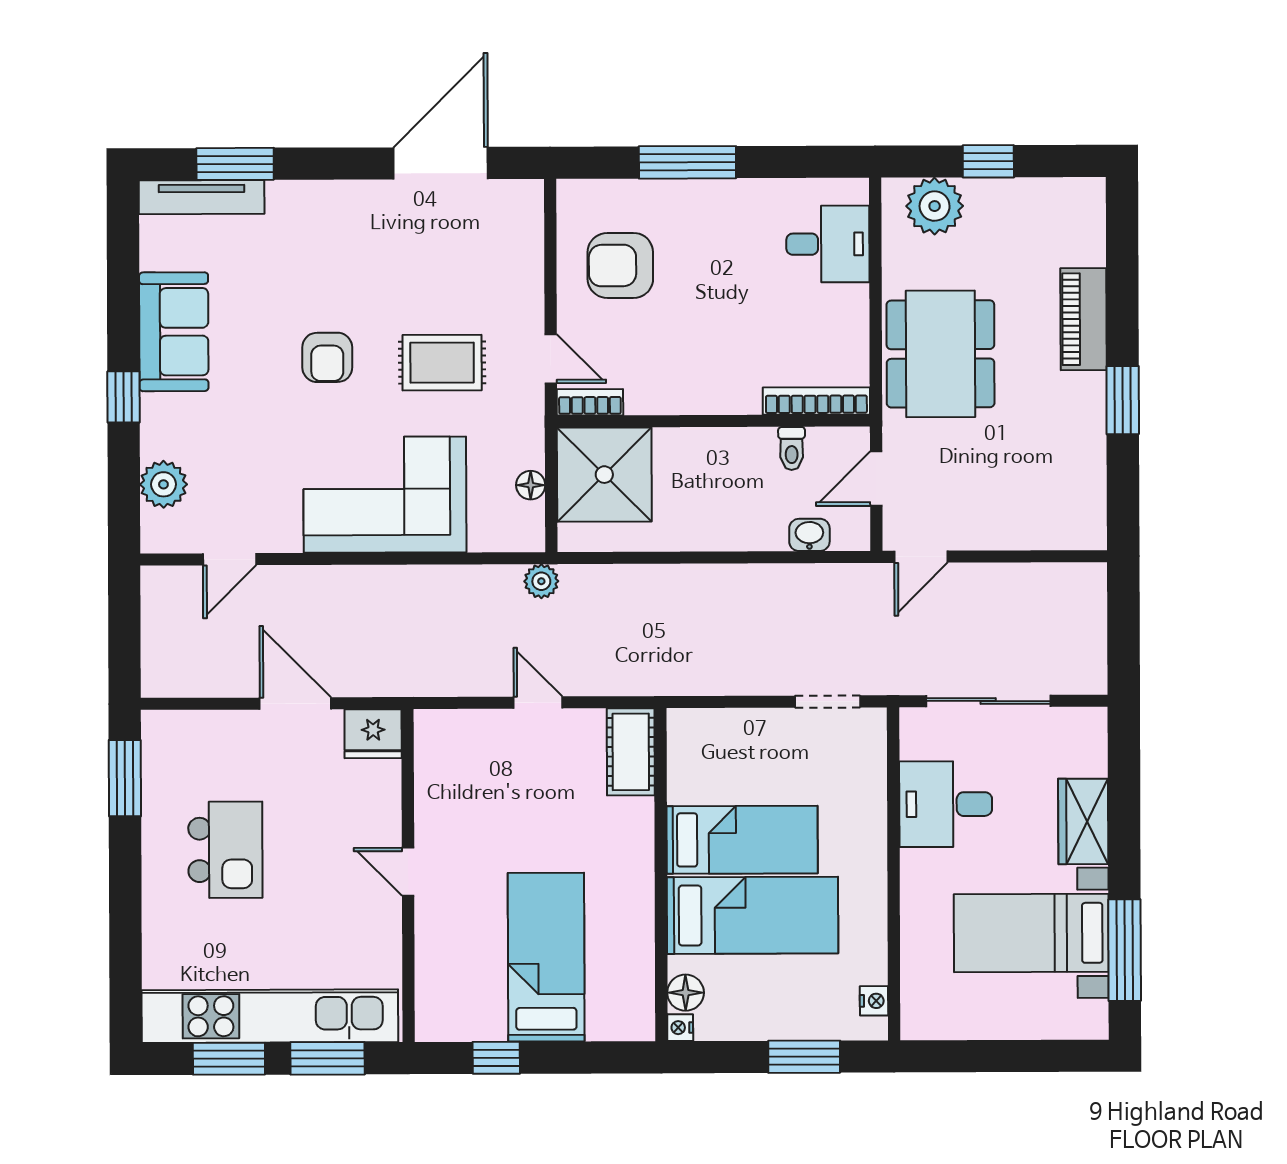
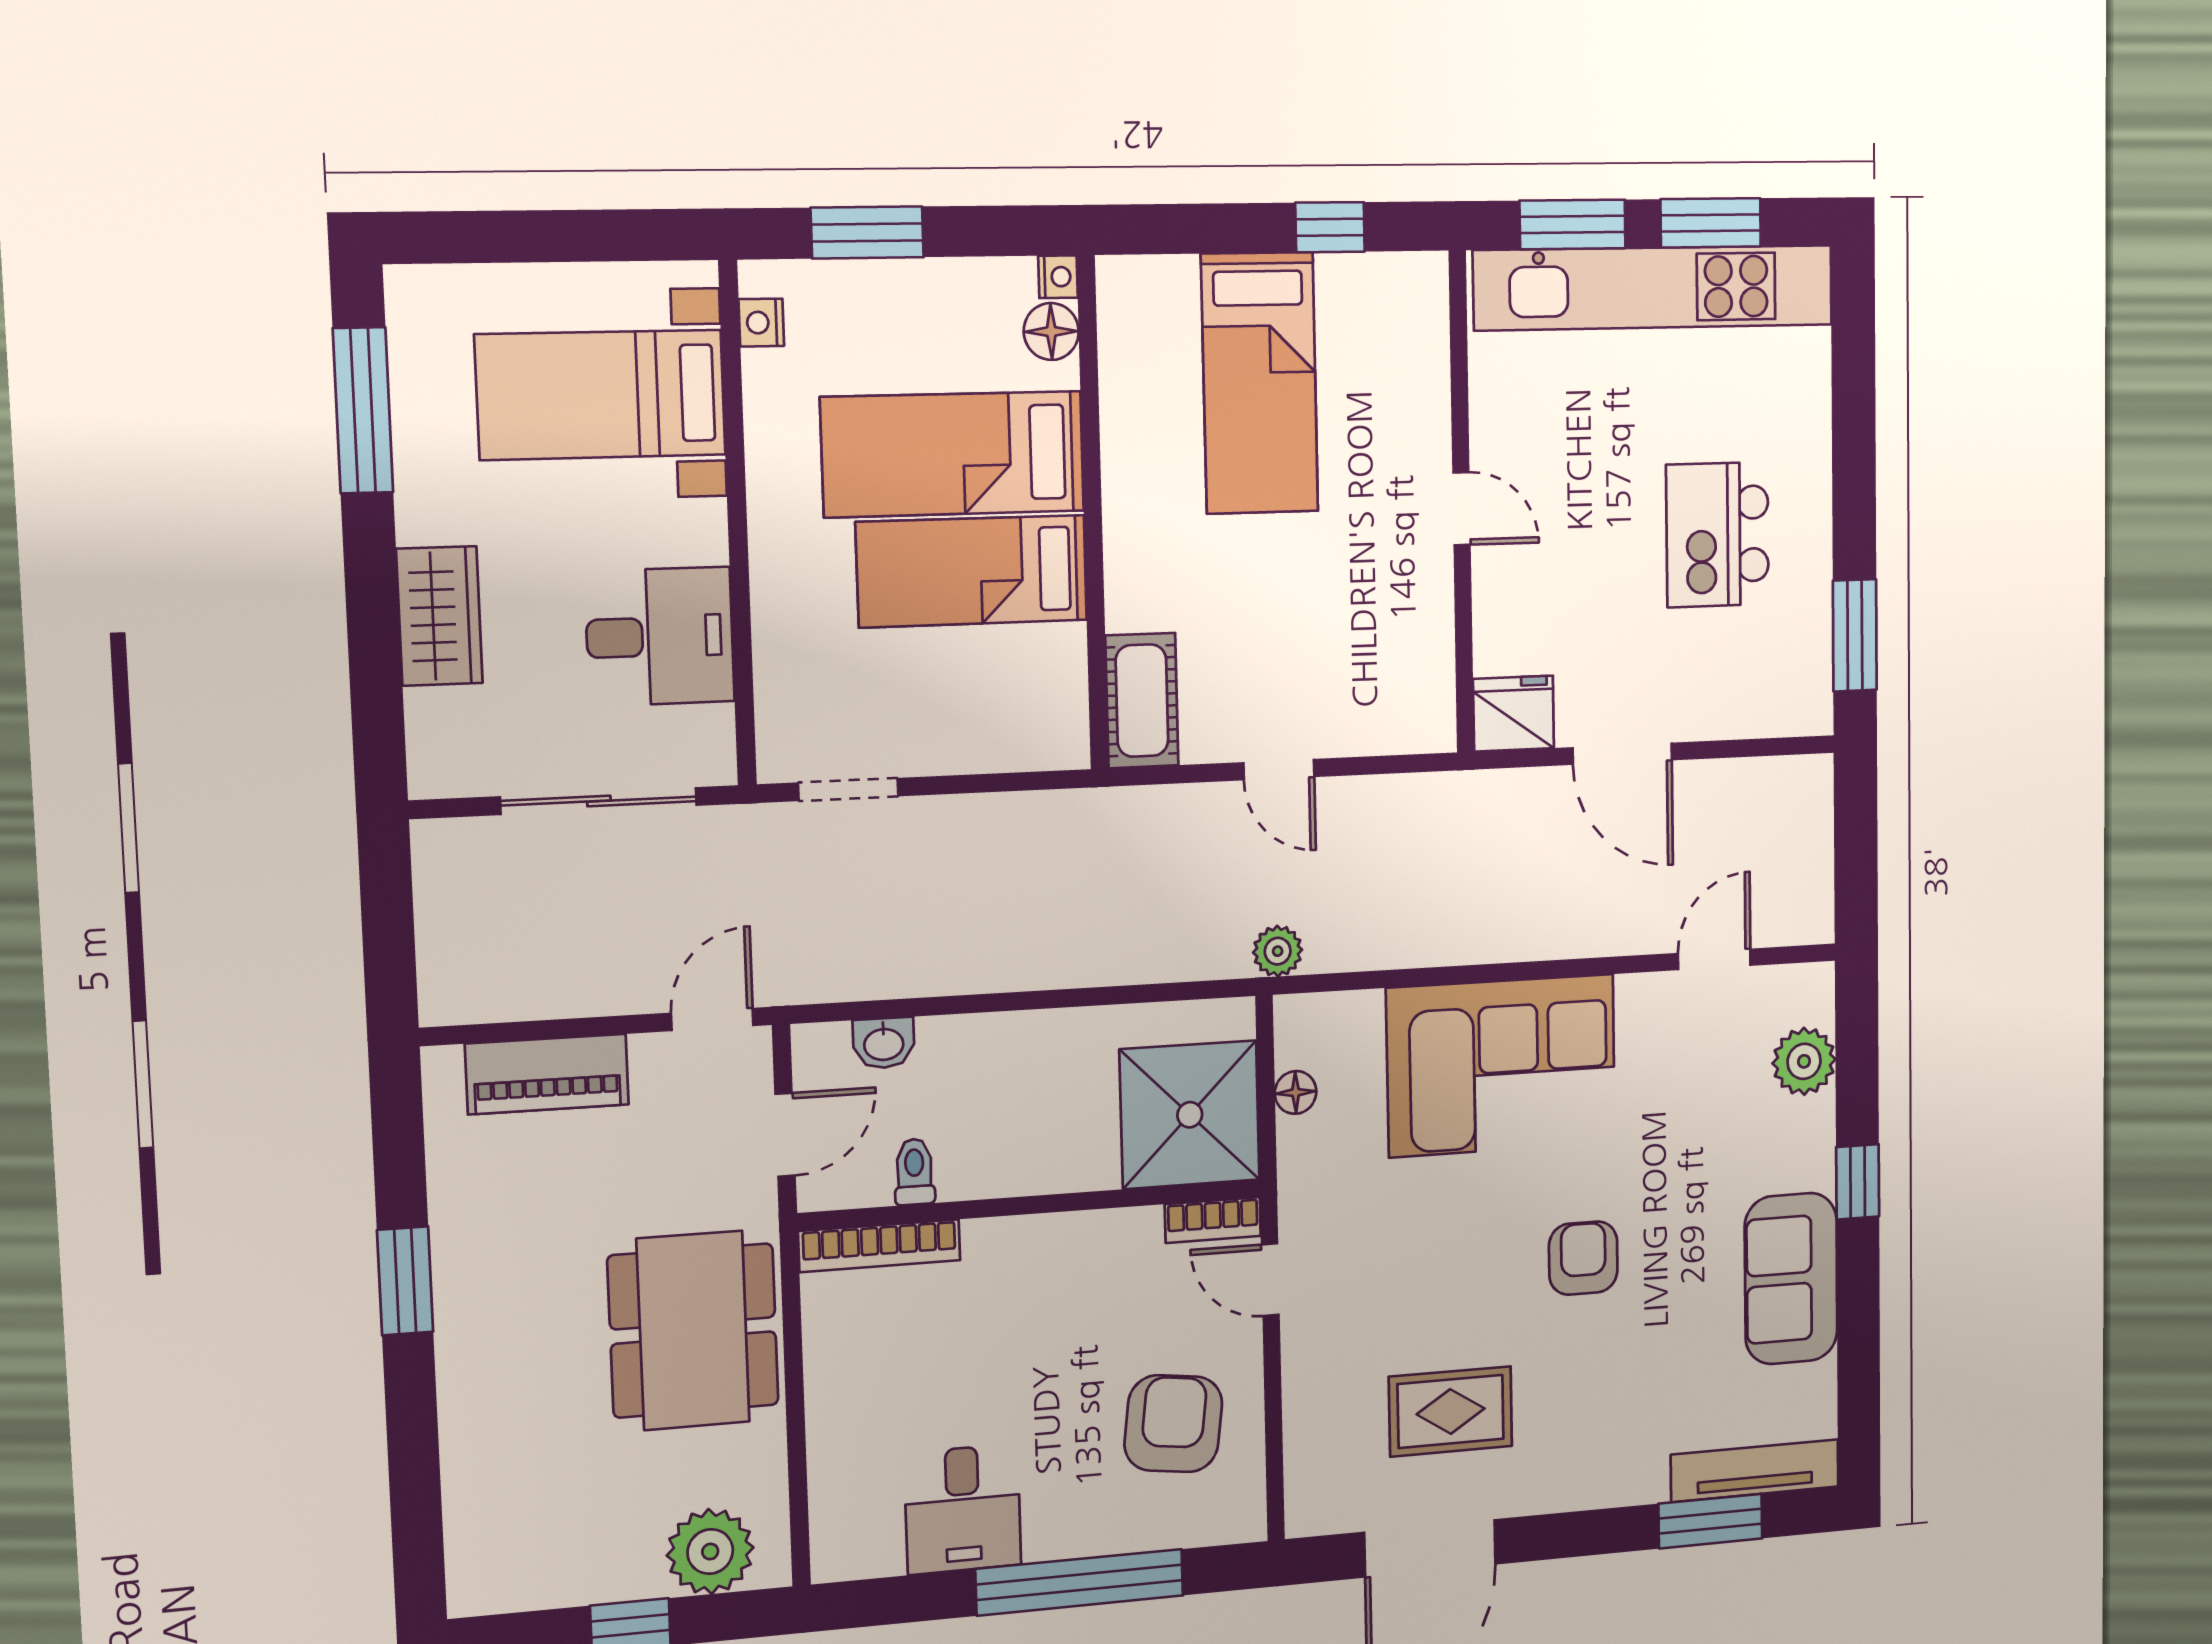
window: (687, 162) -> (1080, 1582), width x1.46
desk: (828, 244) -> (963, 1509), moved, turned -90
armchair: (620, 265) -> (1173, 1424), turned -83
piano: (1083, 319) -> (547, 1074), moved, turned 90
rug: (442, 363) -> (1451, 1411), moved
bed with nightstands: (1031, 933) -> (601, 395), moved, turned 180

